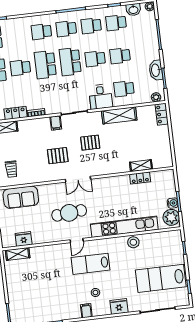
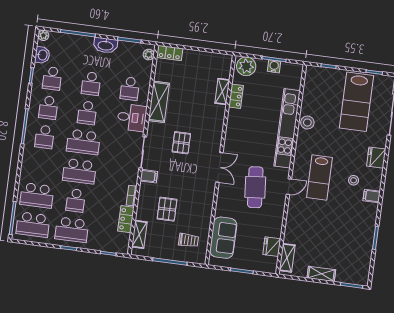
school desk: (41, 32) -> (37, 195), moved, width x1.85
washbasin: (156, 70) -> (106, 45), moved
pallet: (58, 156) -> (167, 209), moved
plant: (171, 217) -> (246, 66), moved
door: (77, 241) -> (289, 187), hinge flipped
shelving: (12, 286) -> (321, 274), added

